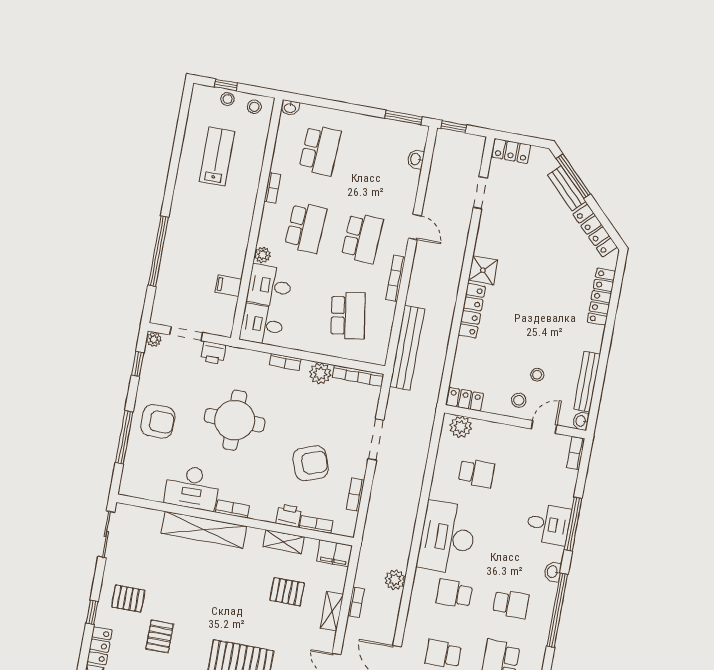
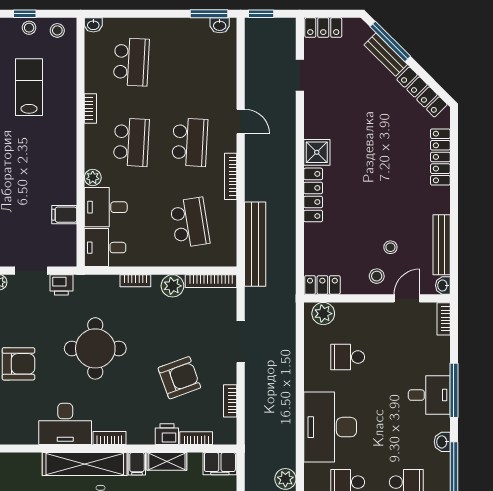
washbasin: (416, 159) -> (220, 25), moved, turned -90
school desk: (476, 473) -> (348, 357), turned 180
filing cabinet: (254, 539) -> (137, 464), added

